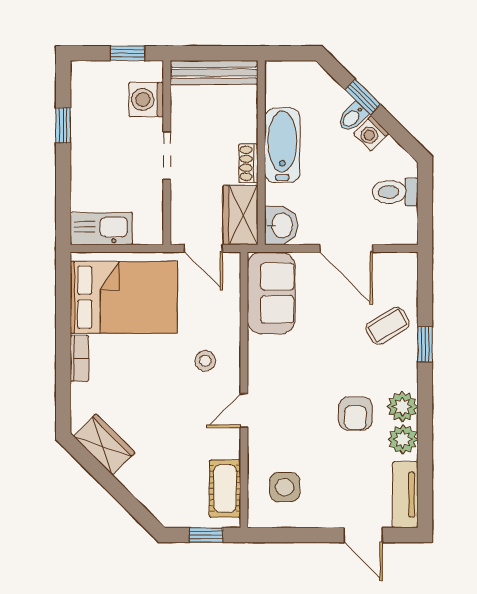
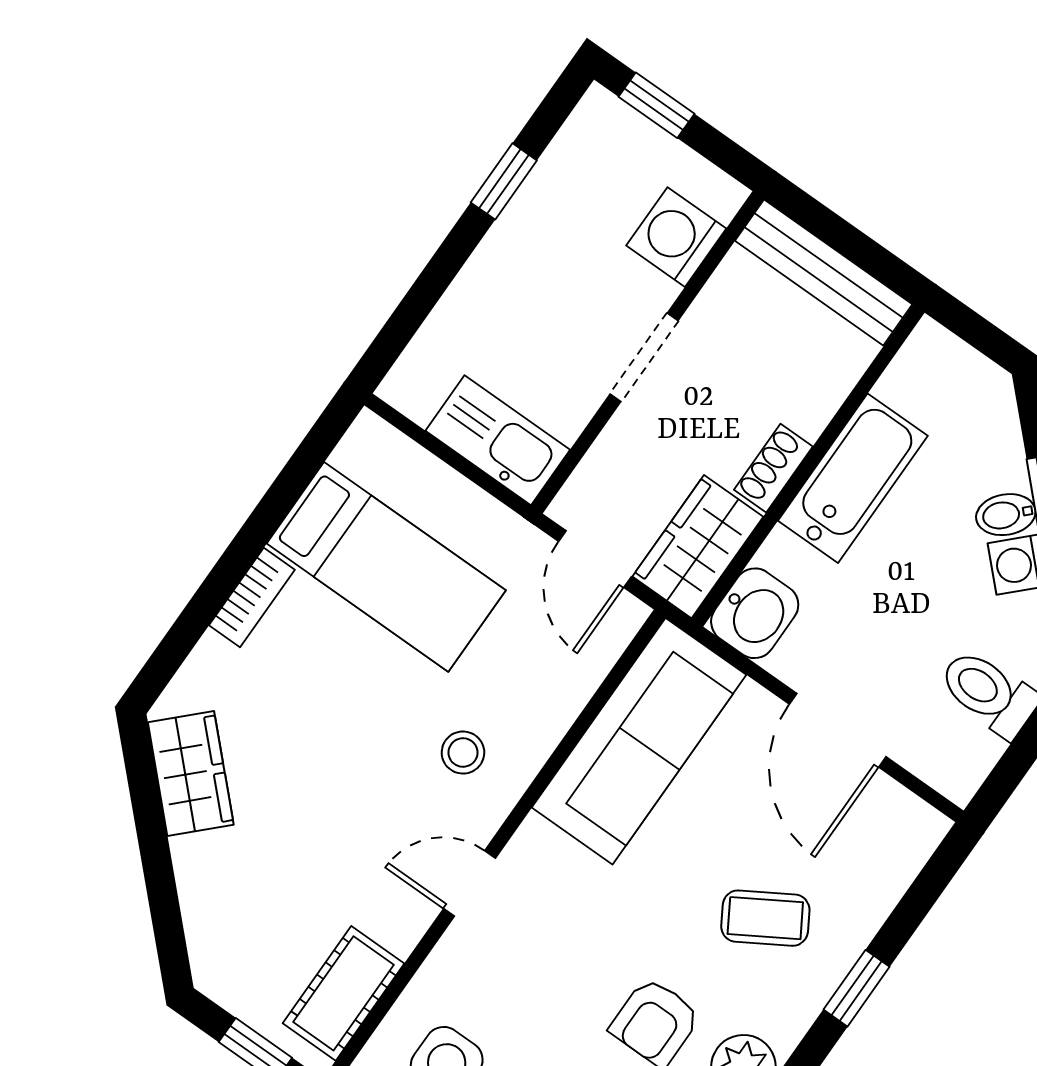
window: (127, 53) -> (656, 105), moved
kitchen sink: (101, 229) -> (498, 440), moved
sofa: (271, 293) -> (639, 741), width x1.36
bed: (124, 297) -> (386, 567), width x0.67
coffee table: (388, 326) -> (765, 918), moved

